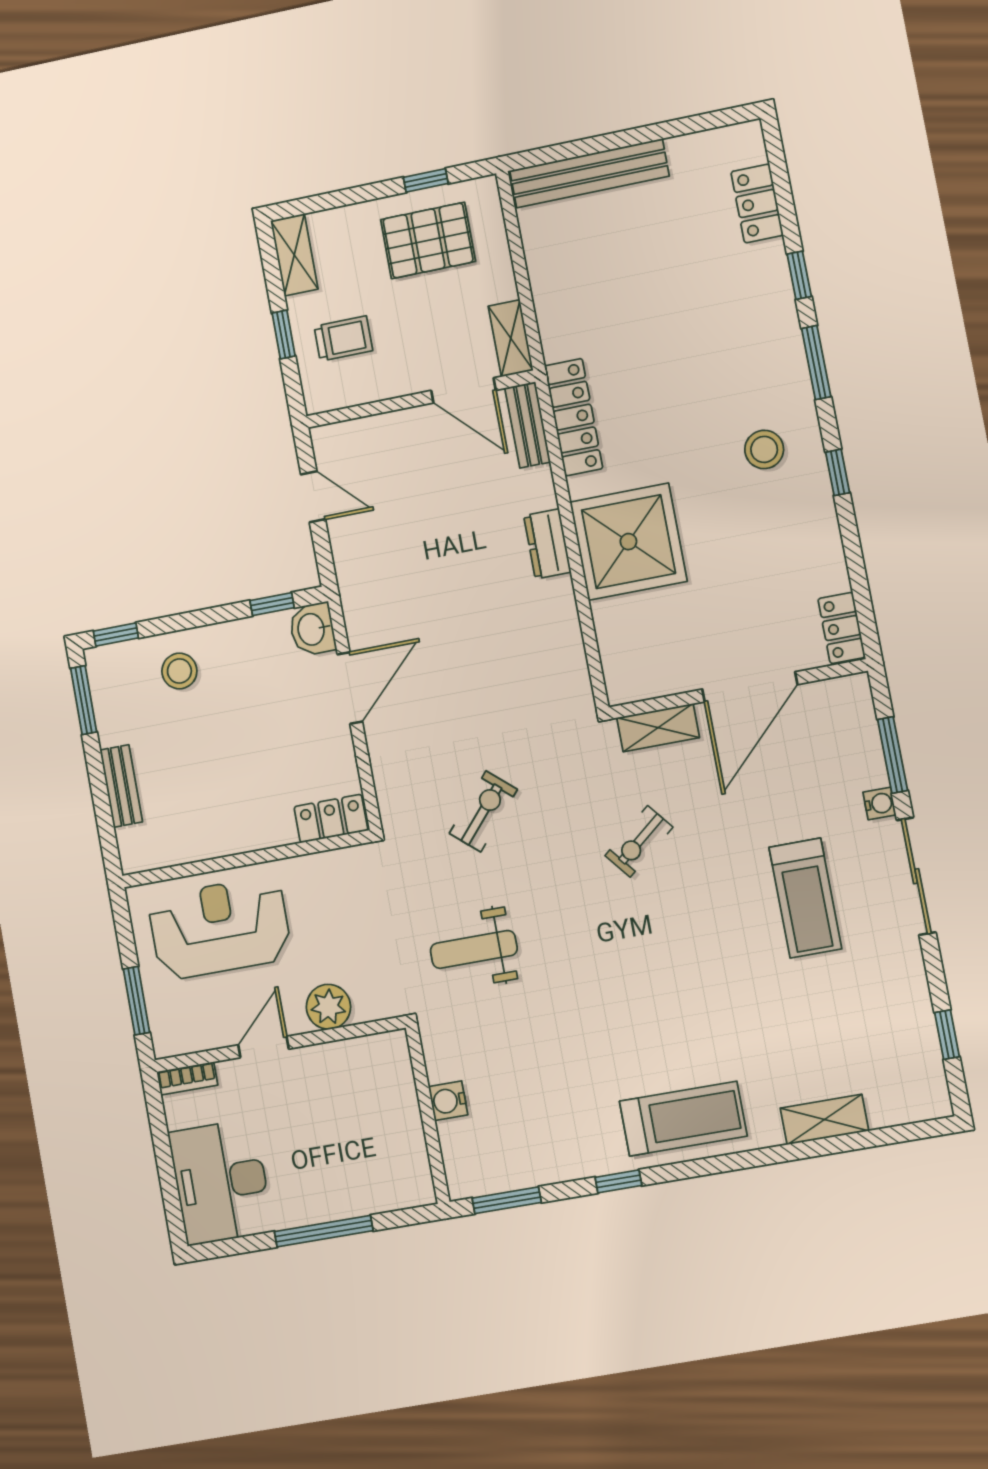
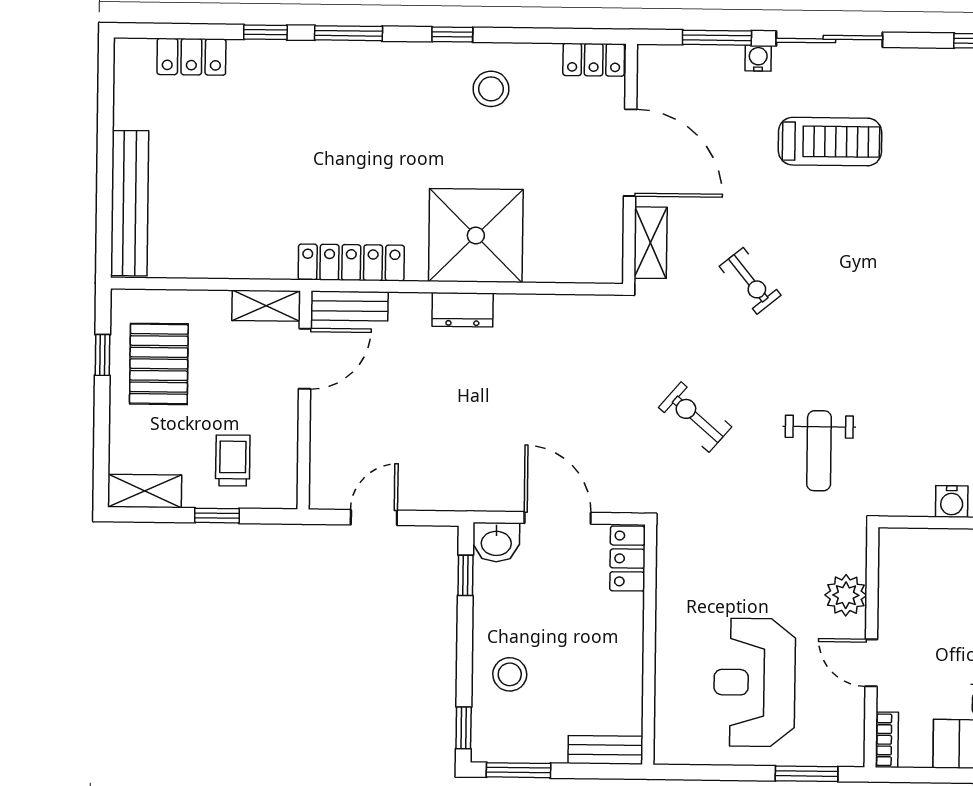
stool: (764, 449) -> (491, 89), moved
locker: (331, 819) -> (628, 559), moved
wall: (246, 859) -> (649, 645), moved

